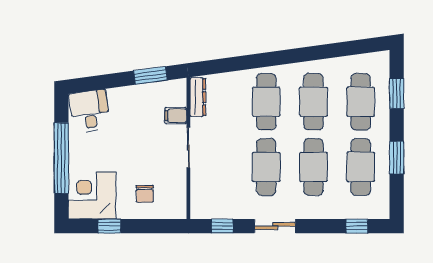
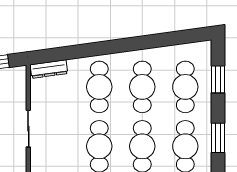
dresser: (198, 97) -> (49, 69), moved, turned 82
filing cabinet: (176, 116) -> (17, 100), removed

